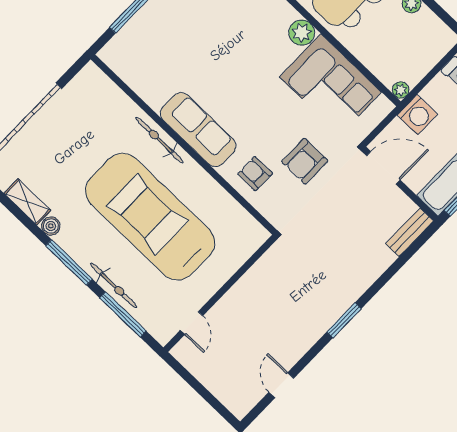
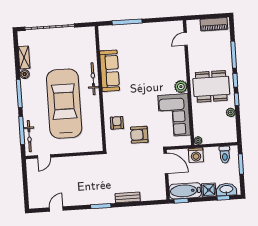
sofa: (198, 130) -> (110, 71), moved
bench: (410, 232) -> (128, 197), moved
bicycle: (114, 285) -> (29, 136), moved

